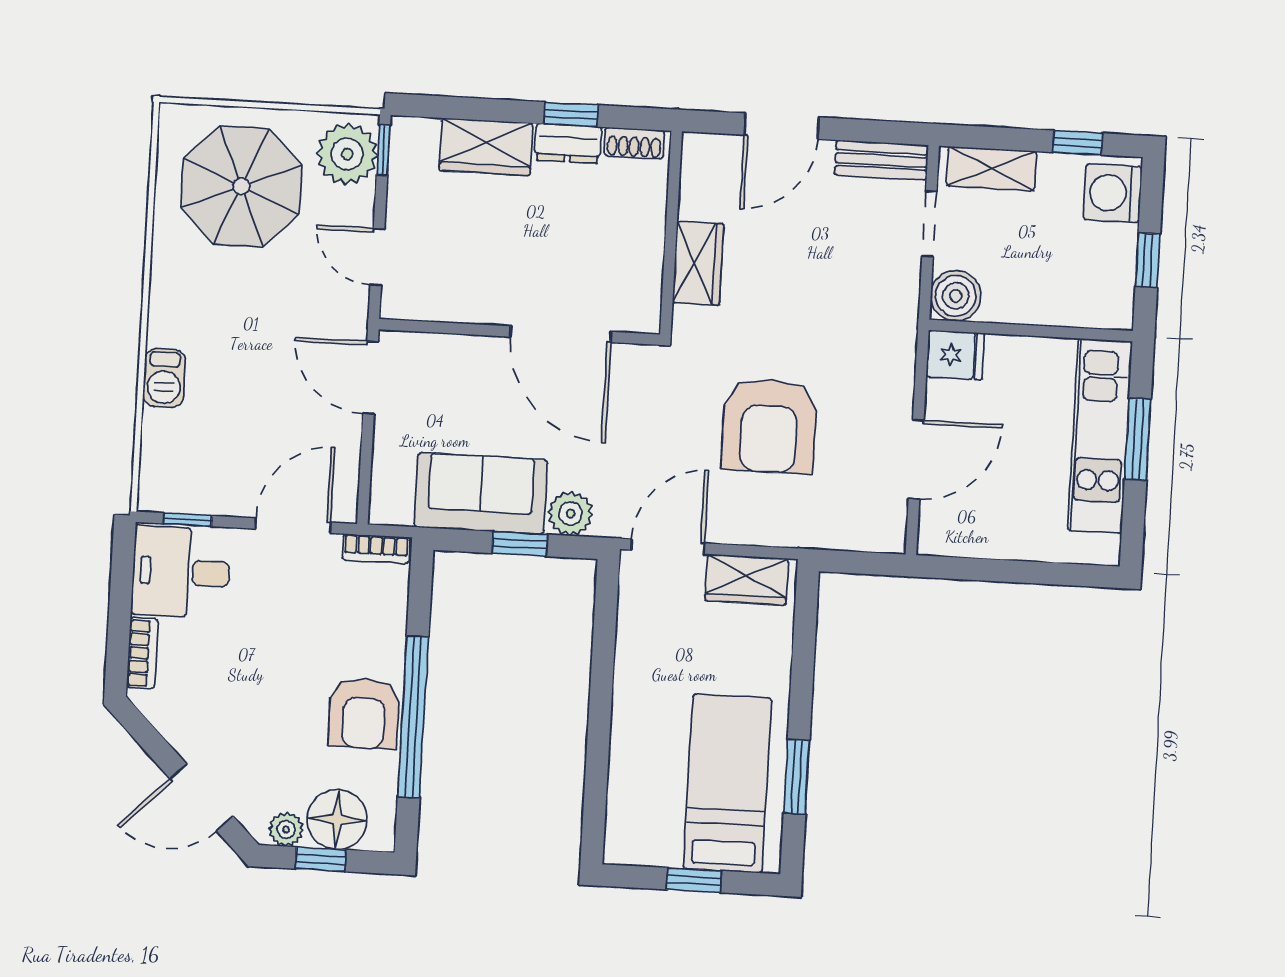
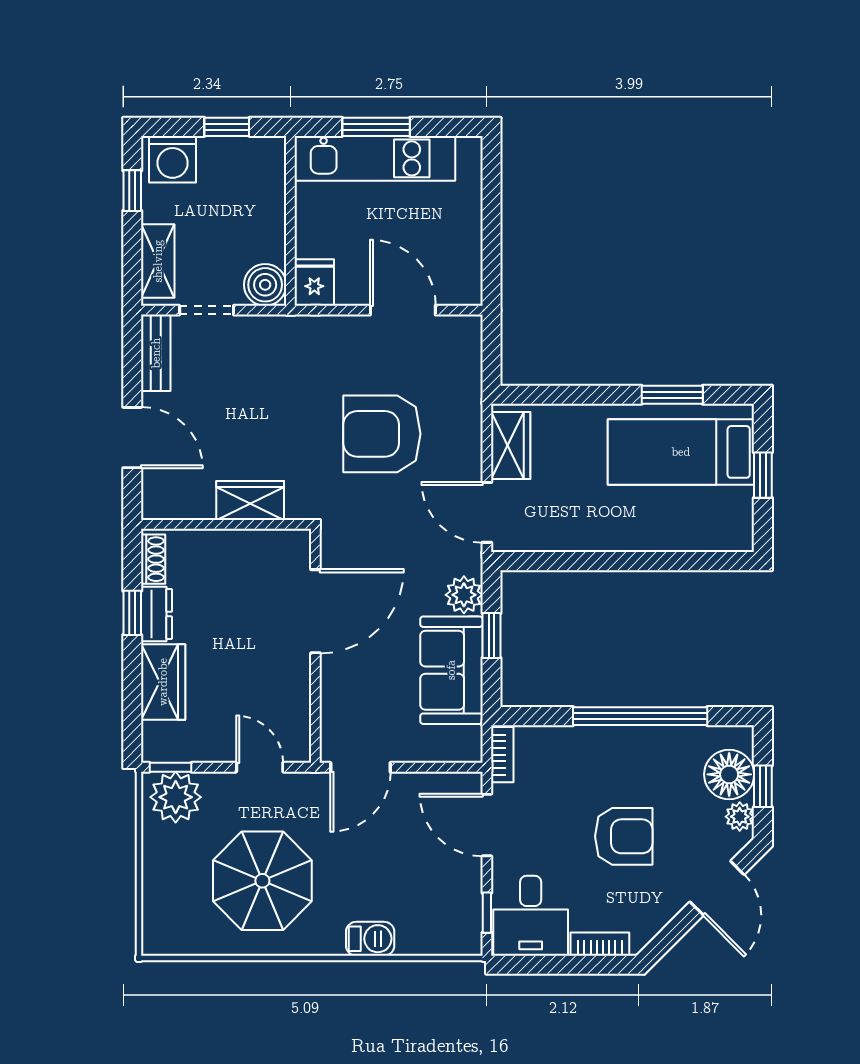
parasol: (241, 186) -> (262, 881), moved
door: (377, 257) -> (260, 767), swing flipped
armchair: (769, 426) -> (382, 434), turned 180
armchair: (364, 713) -> (624, 836), moved

